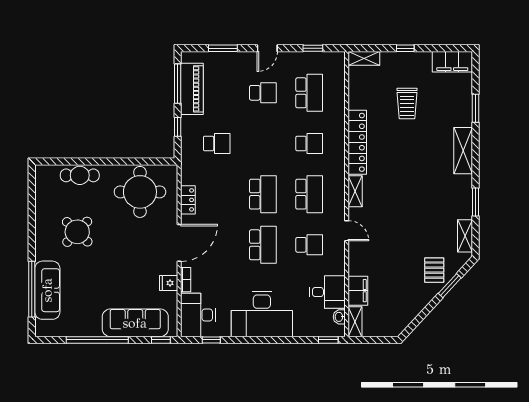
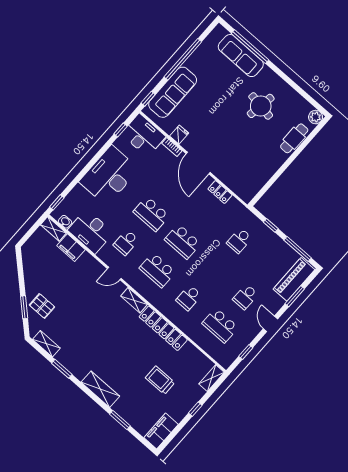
piano: (192, 89) -> (294, 279), moved, turned 90
plant: (43, 173) -> (316, 117), added
round table: (140, 192) -> (251, 167), removed
round table: (77, 232) -> (261, 106), turned -35
desk: (327, 292) -> (91, 231), width x1.37

